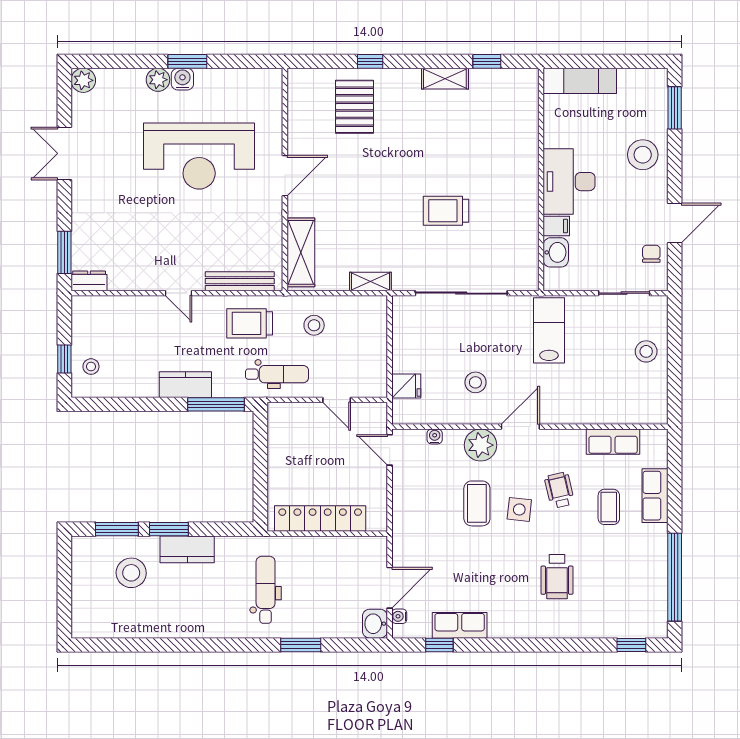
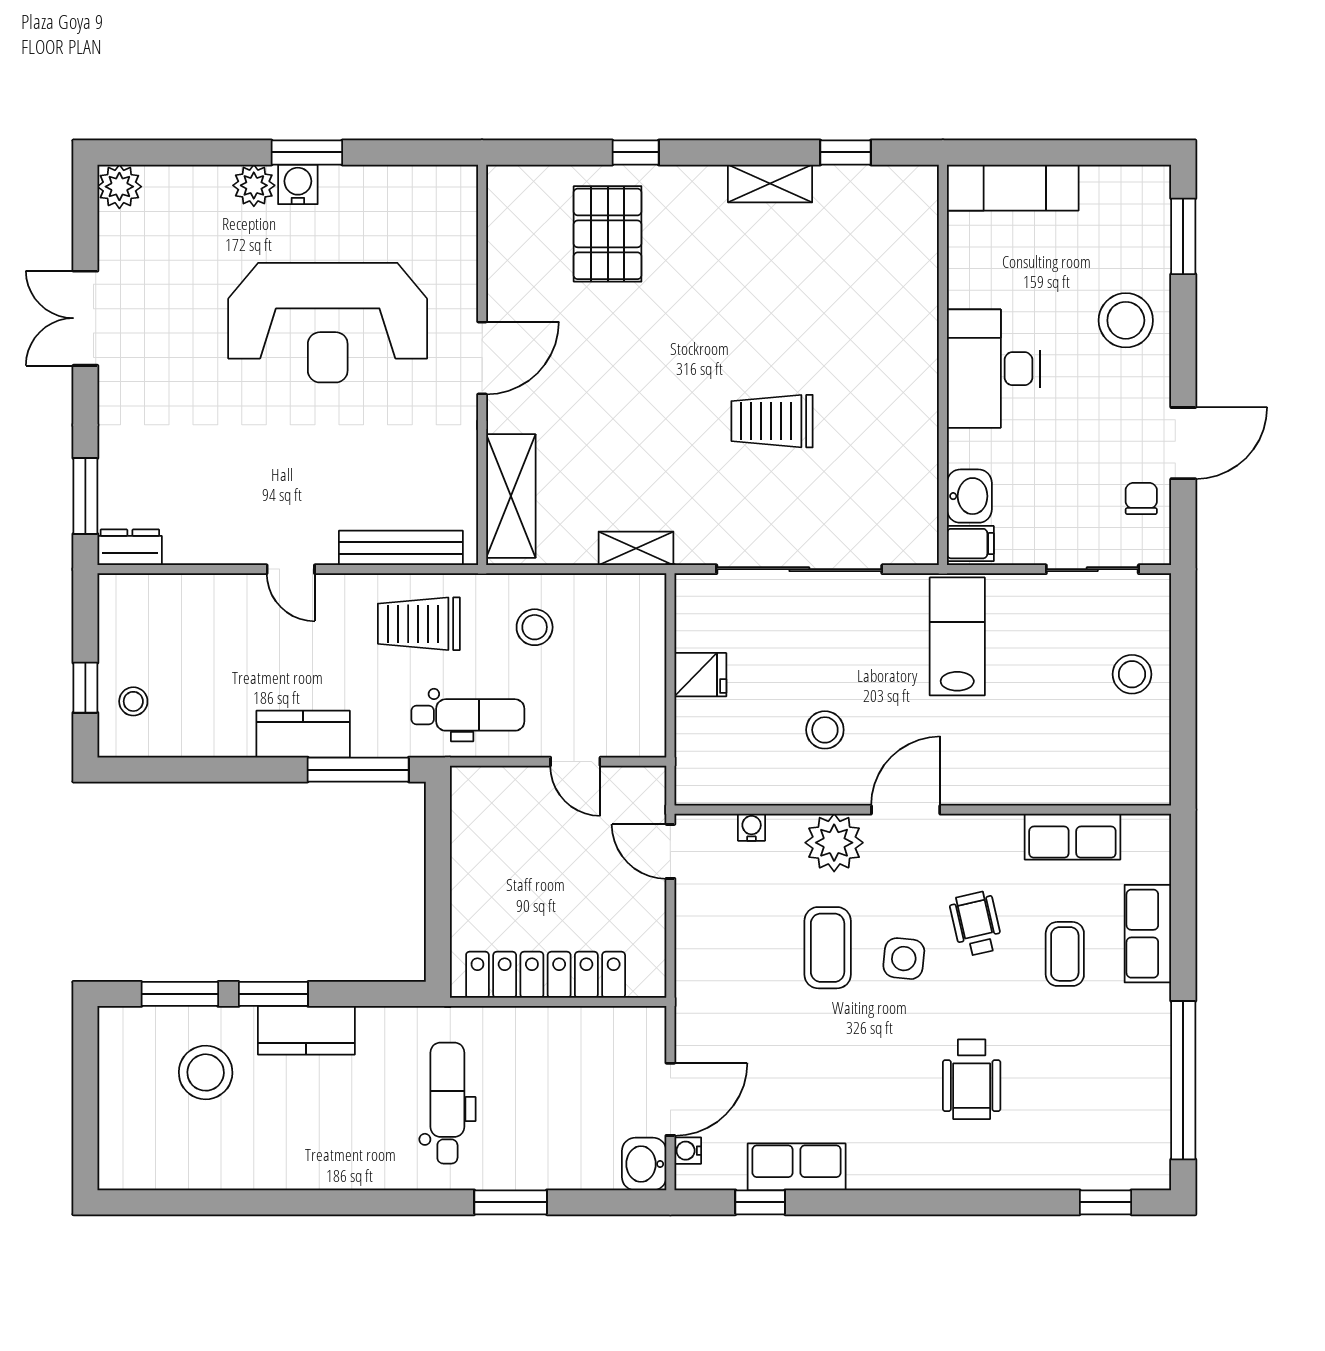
filing cabinet: (556, 226) -> (970, 544), moved
fridge: (406, 386) -> (700, 675), moved

